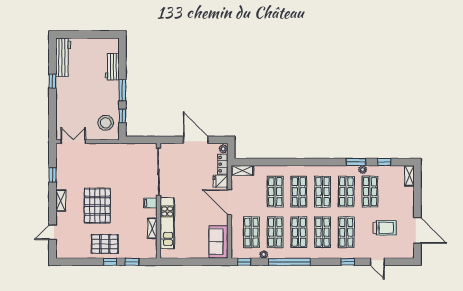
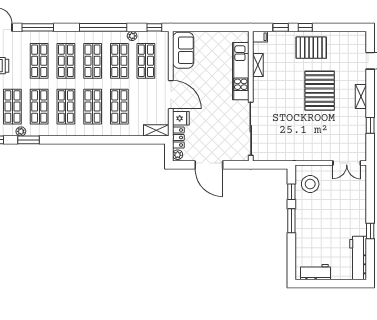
workbench: (112, 67) -> (315, 272), moved, turned -90
filing cabinet: (150, 203) -> (260, 37), moved
window: (348, 262) -> (38, 27), width x2.17

